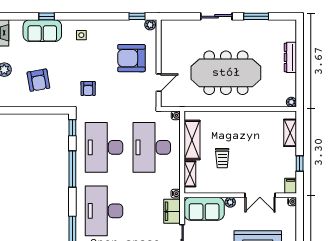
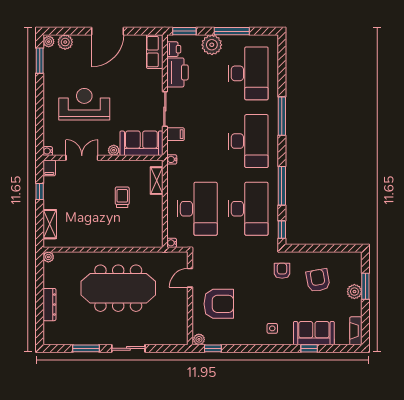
armchair: (88, 88) -> (282, 271), moved
shelving: (192, 140) -> (154, 217), removed
filing cabinet: (172, 211) -> (176, 134), width x0.50

